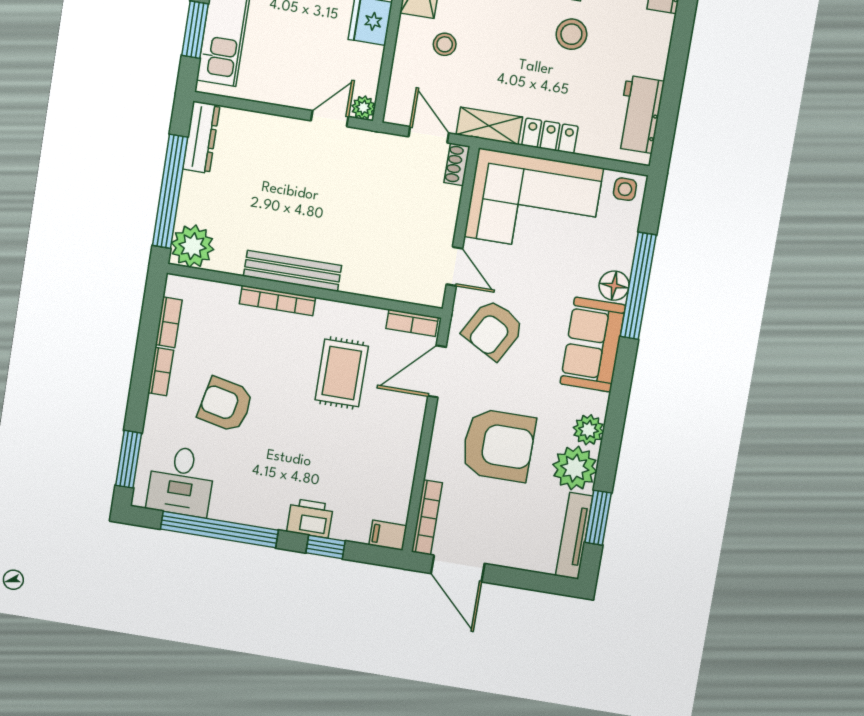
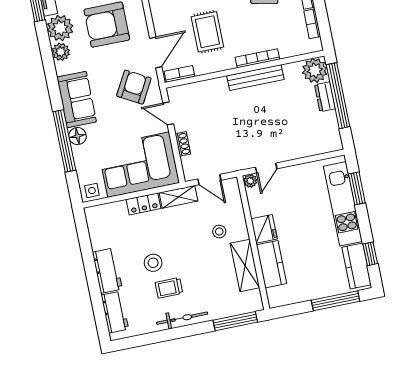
workbench: (640, 114) -> (107, 271), moved
dresser: (201, 137) -> (325, 97), moved, width x0.70
shoe rack: (457, 164) -> (183, 144), moved

